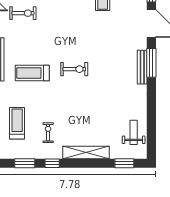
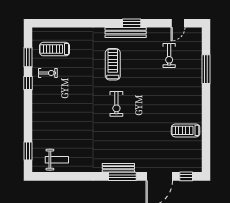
treadmill: (17, 123) -> (55, 49), moved, turned 180
exercise bike: (48, 133) -> (48, 73), moved
shelving: (86, 152) -> (38, 115), removed

